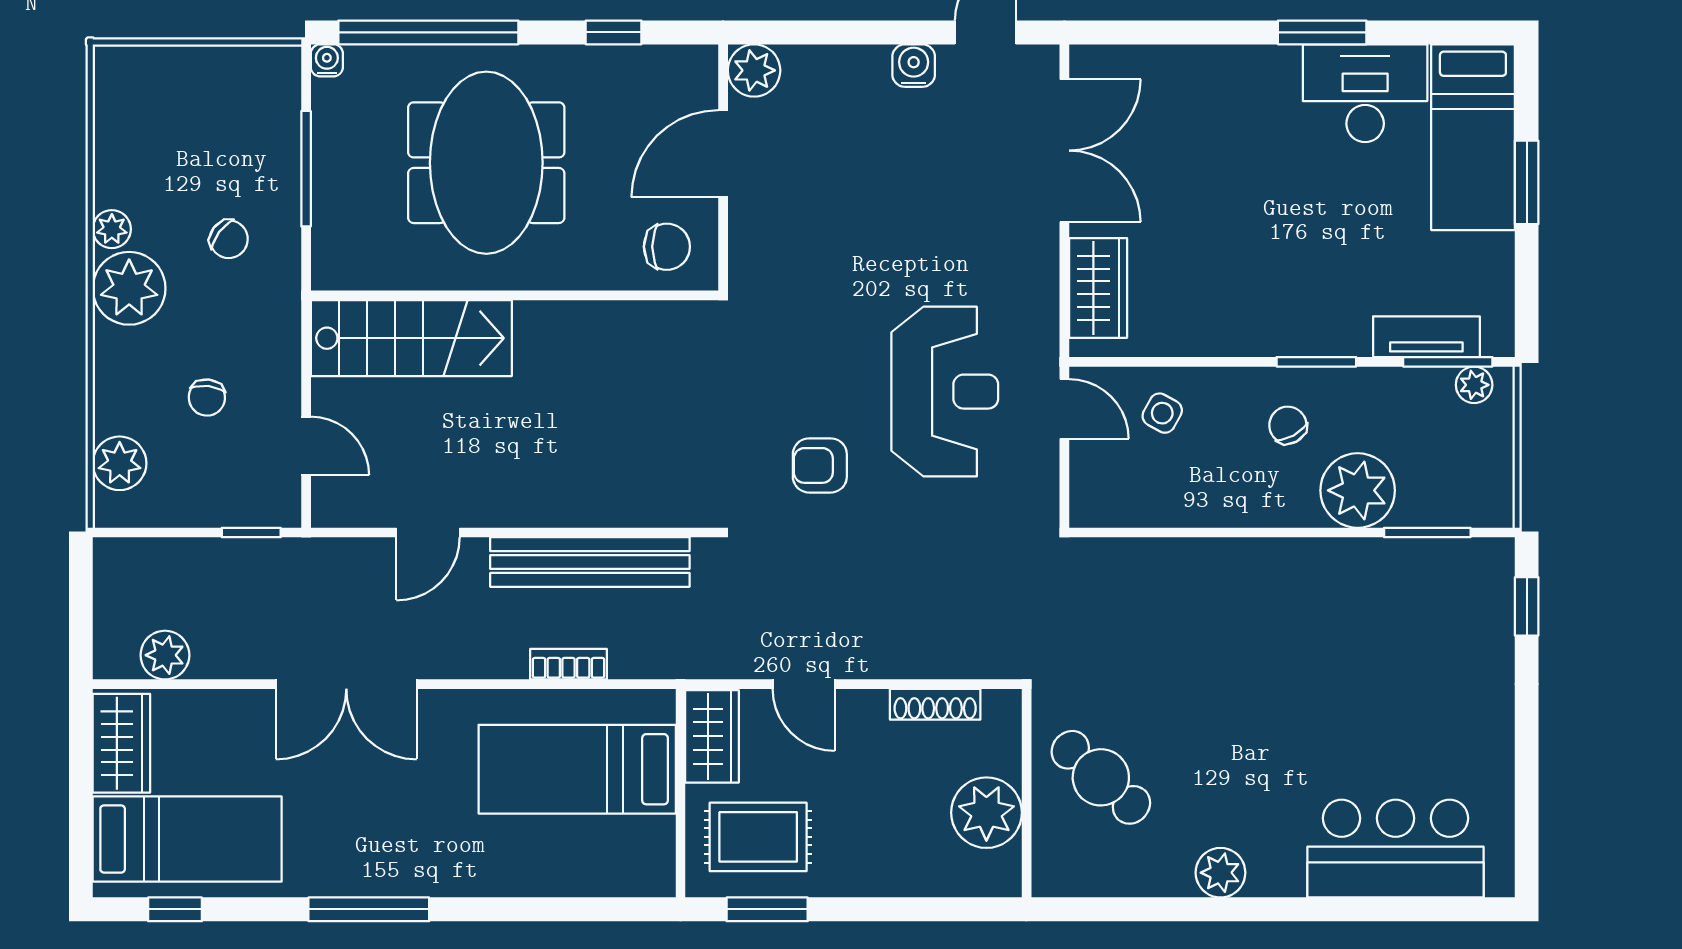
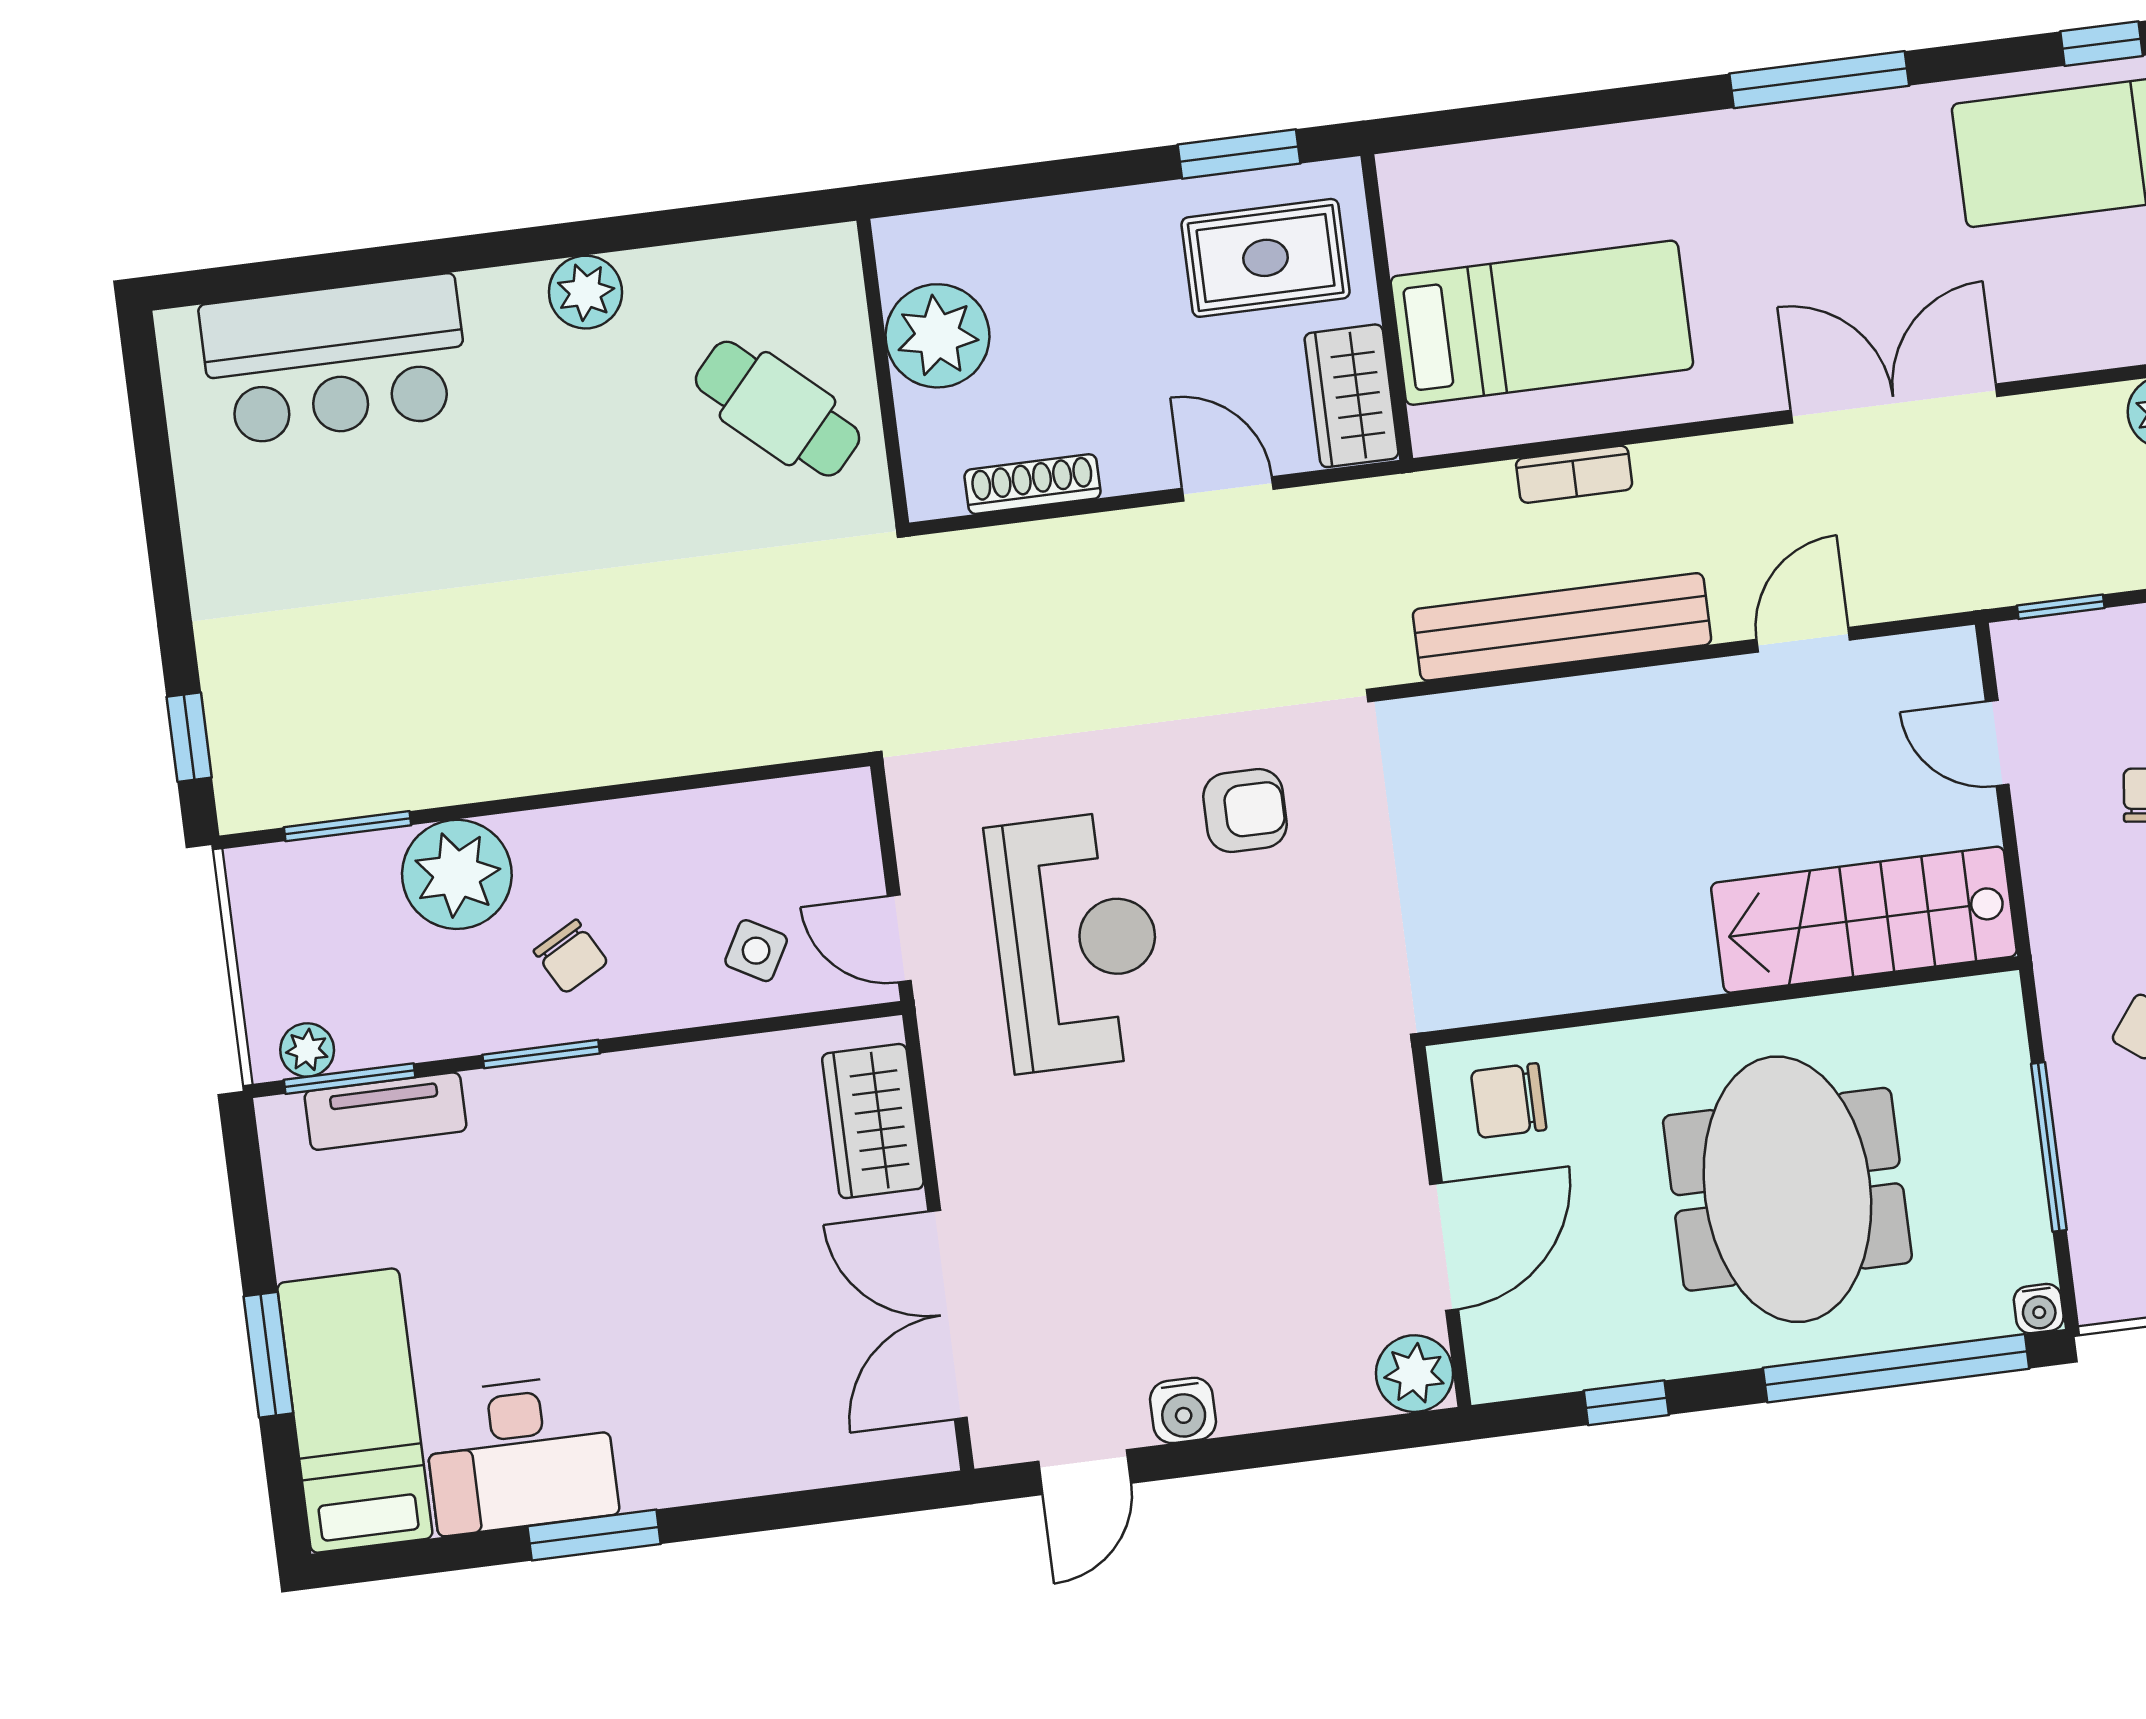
reception desk: (945, 392) -> (1077, 941), turned 180

